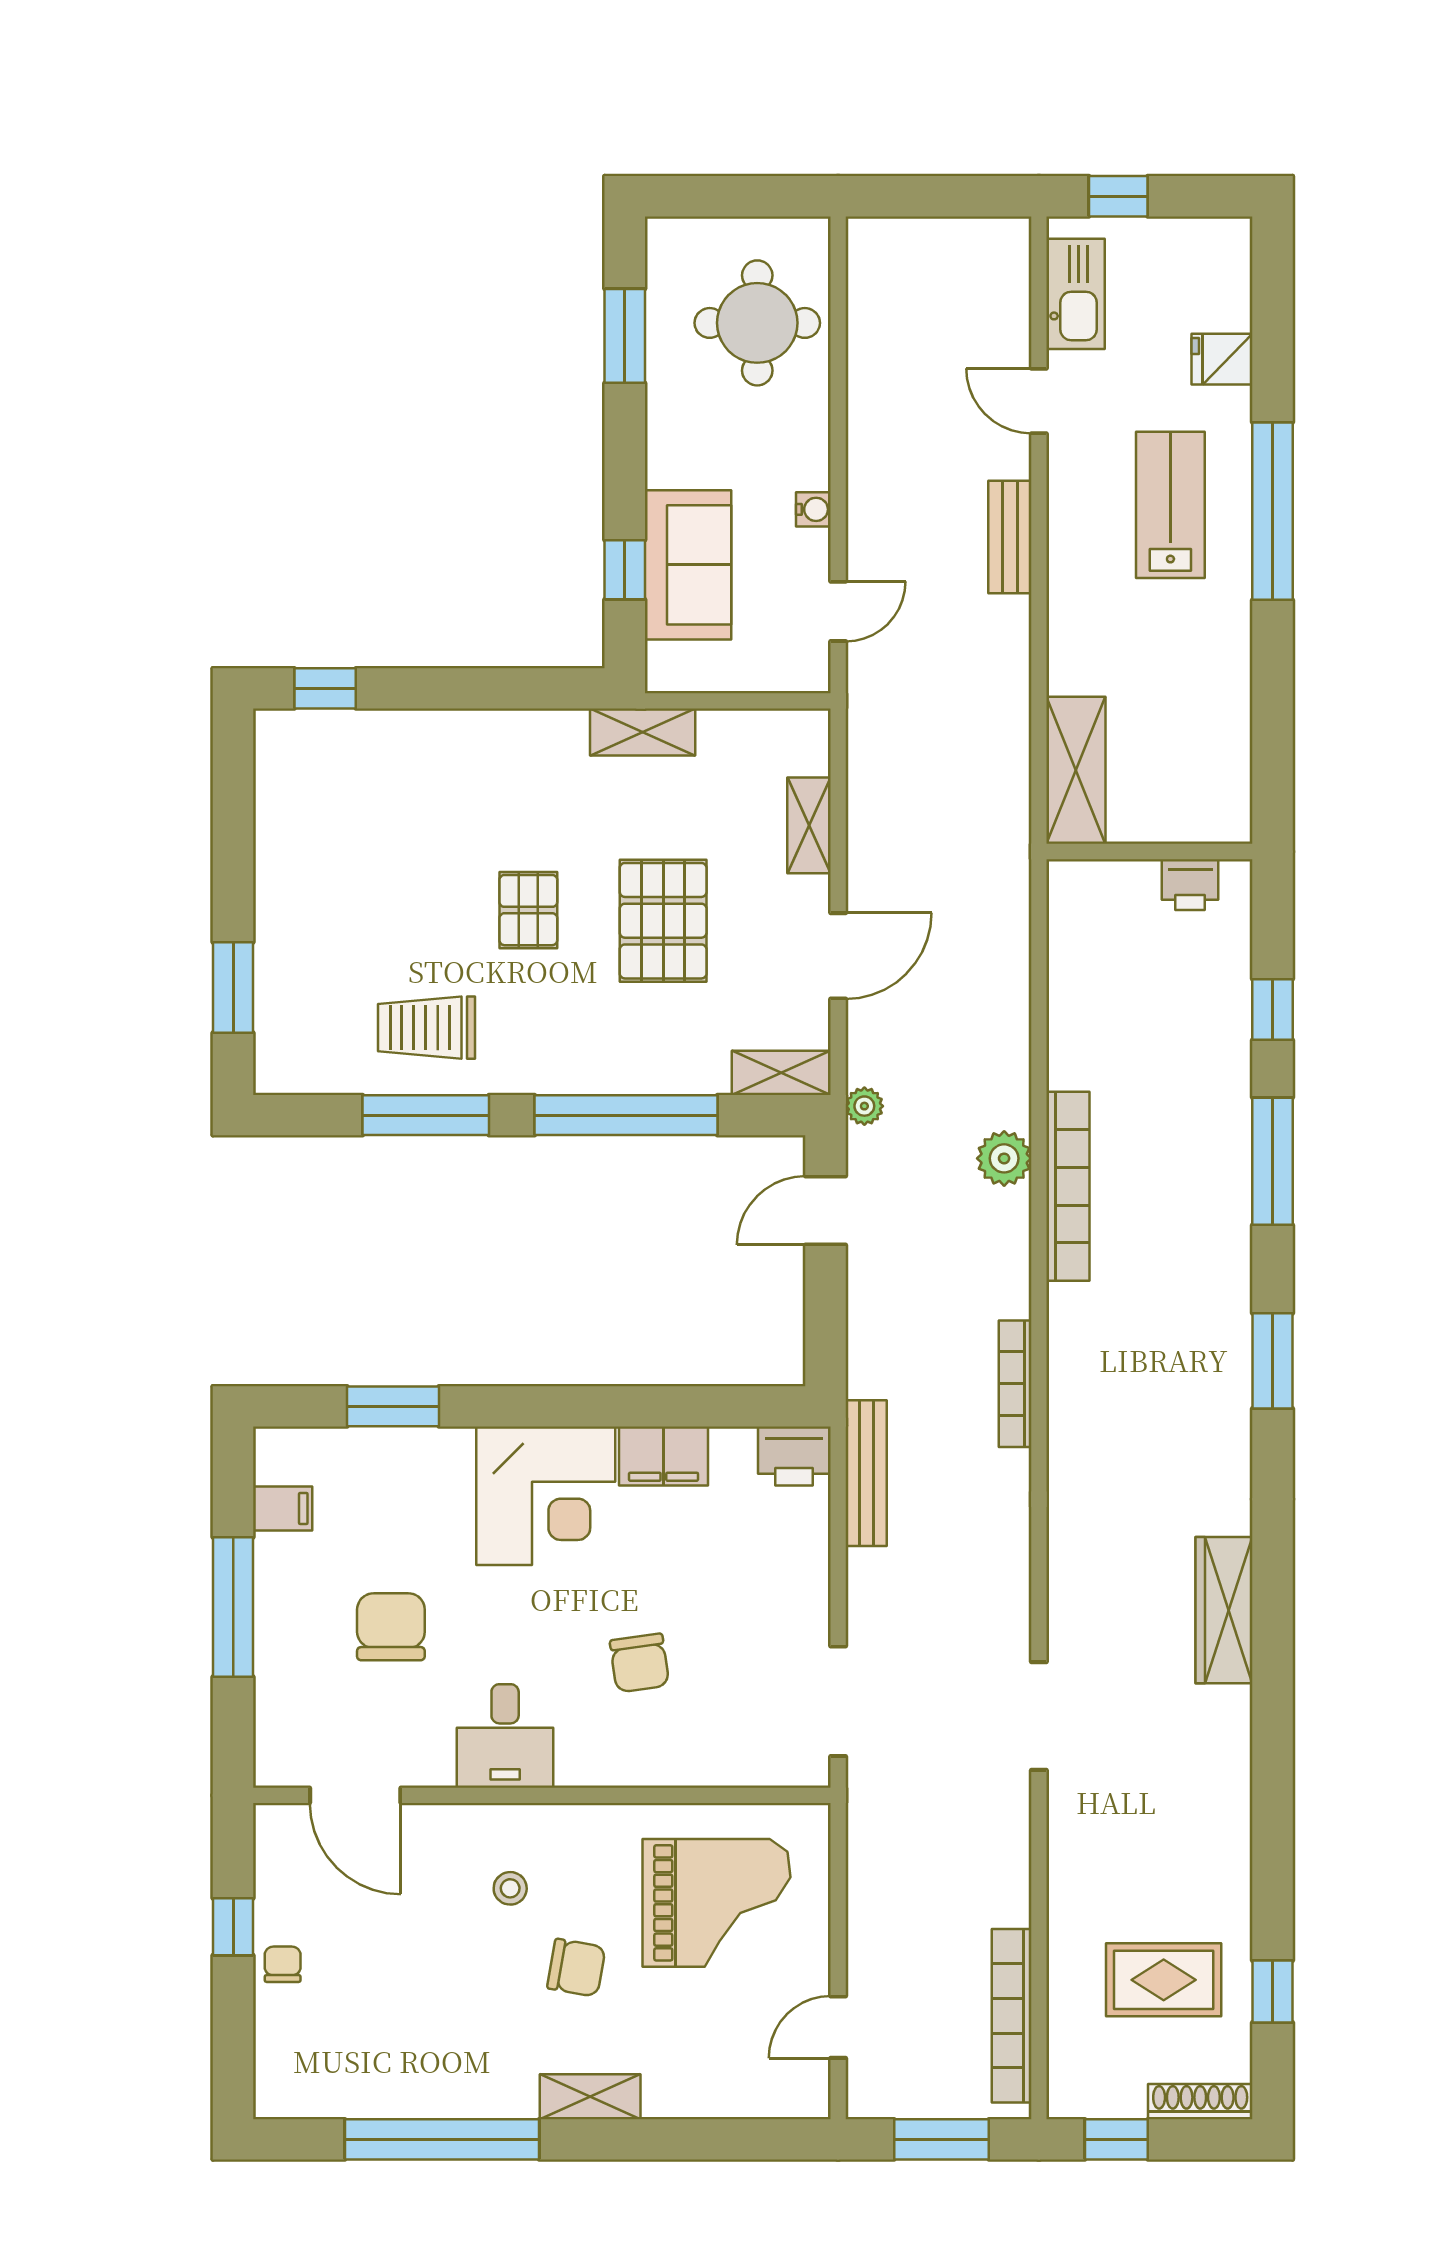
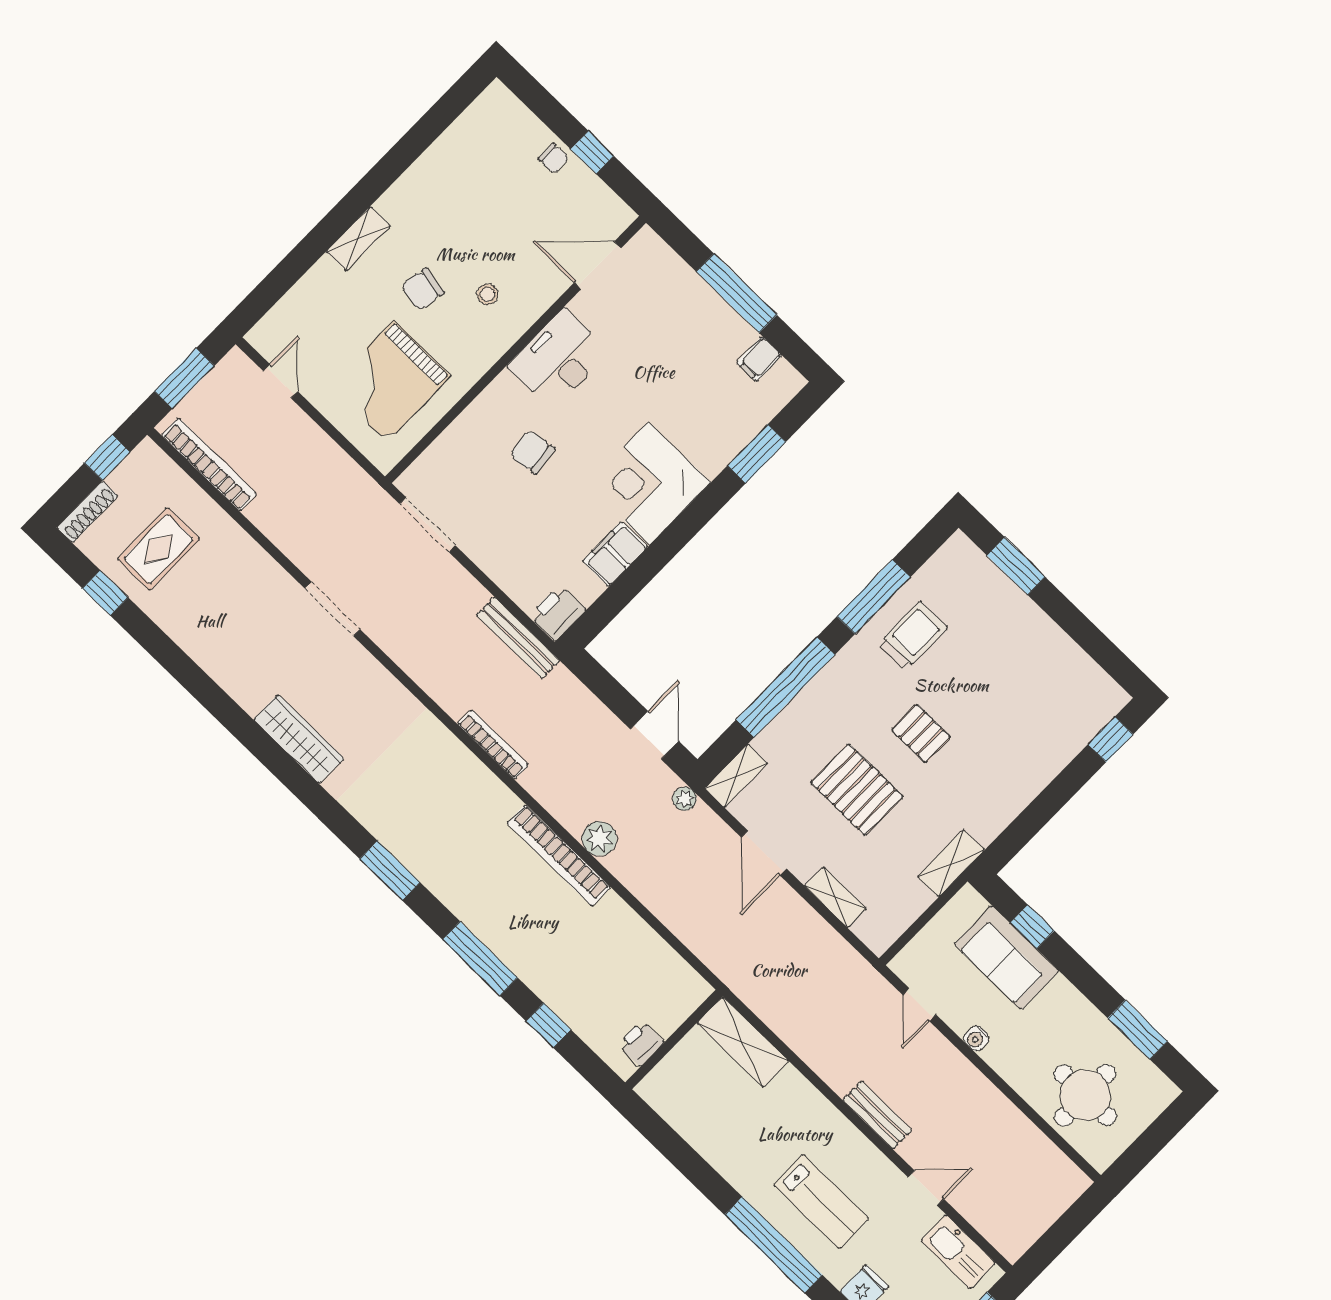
chair: (391, 1627) -> (658, 356), removed
desk: (505, 1736) -> (559, 359), width x1.37
window: (442, 2139) -> (404, 153), removed

